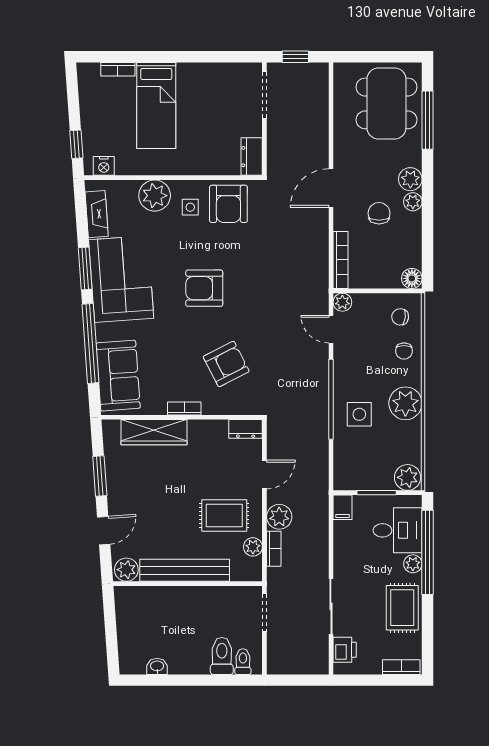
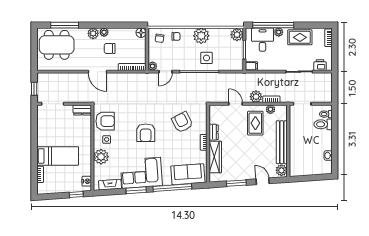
dresser: (246, 429) -> (214, 132), moved

